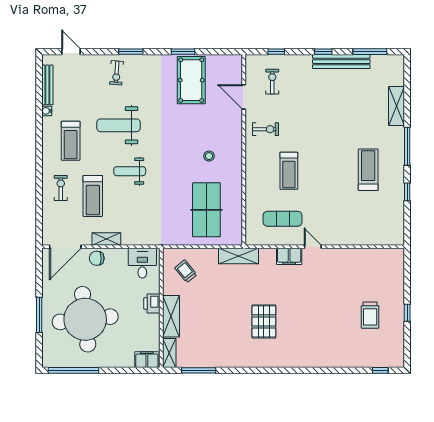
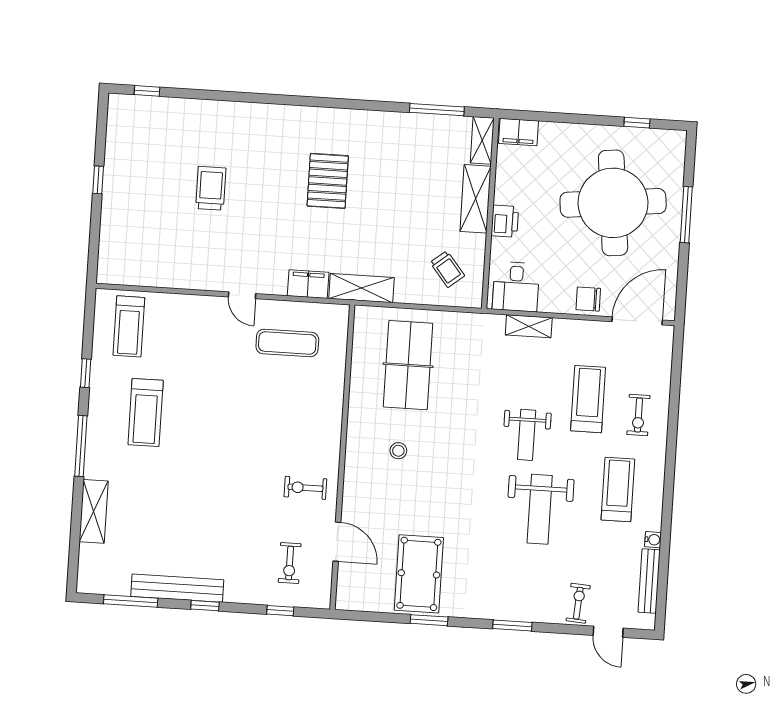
exercise bike: (117, 73) -> (578, 603), moved
weight bench: (119, 125) -> (540, 509), turned 90
weight bench: (130, 171) -> (527, 435), turned 90
treadmill: (289, 171) -> (129, 326), moved, turned 180
shelving: (106, 239) -> (529, 326), moved
filing cabinet: (289, 256) -> (308, 284), moved
chair: (97, 258) -> (588, 299), turned 180
trolley: (370, 315) -> (211, 188), moved
window: (73, 370) -> (637, 123), width x0.32

